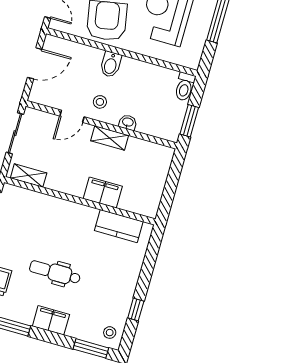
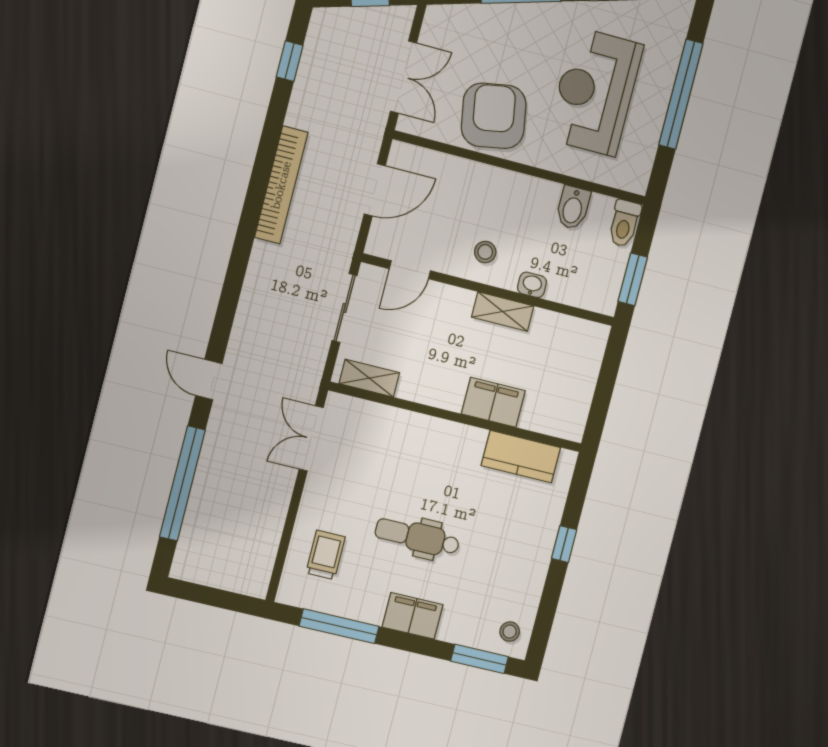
bidet: (111, 64) -> (573, 208), moved
door: (72, 116) -> (410, 270), moved
window: (136, 310) -> (564, 544), moved

